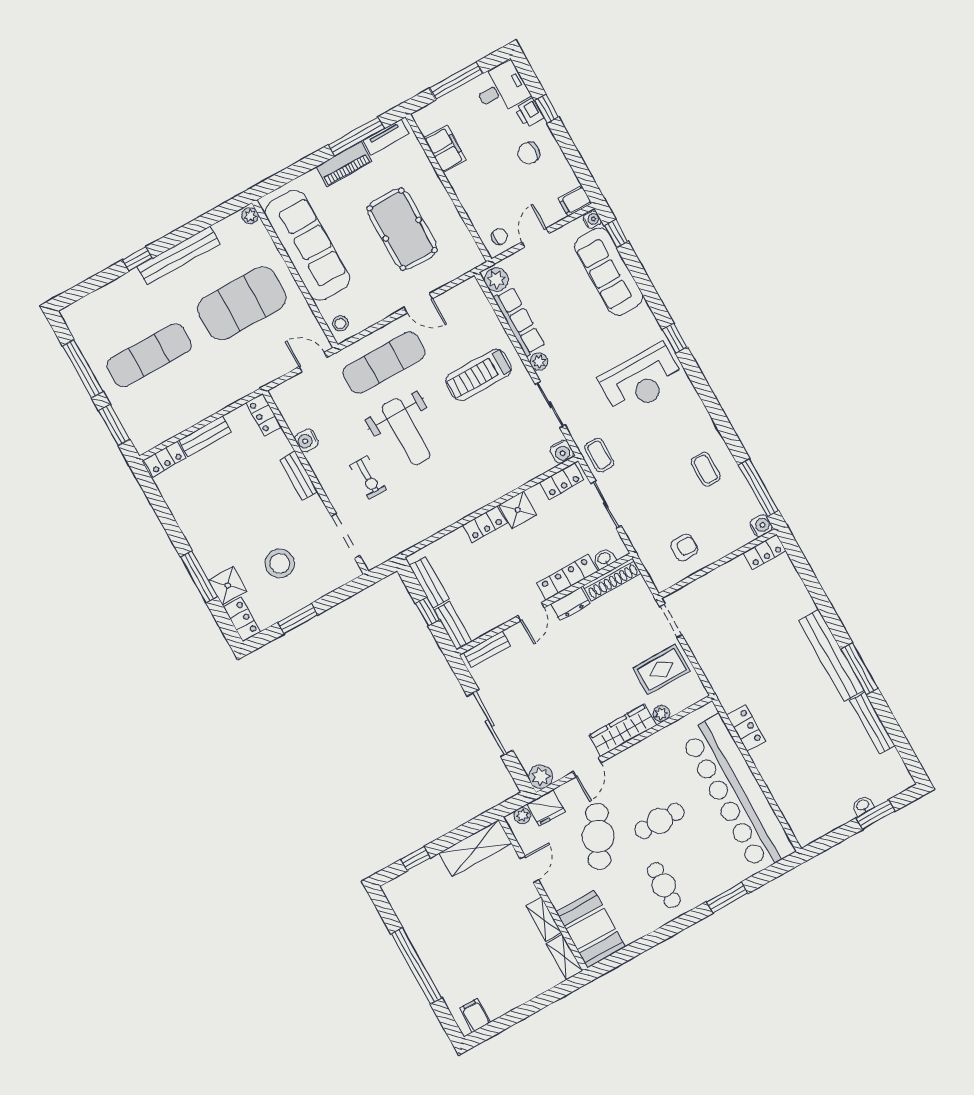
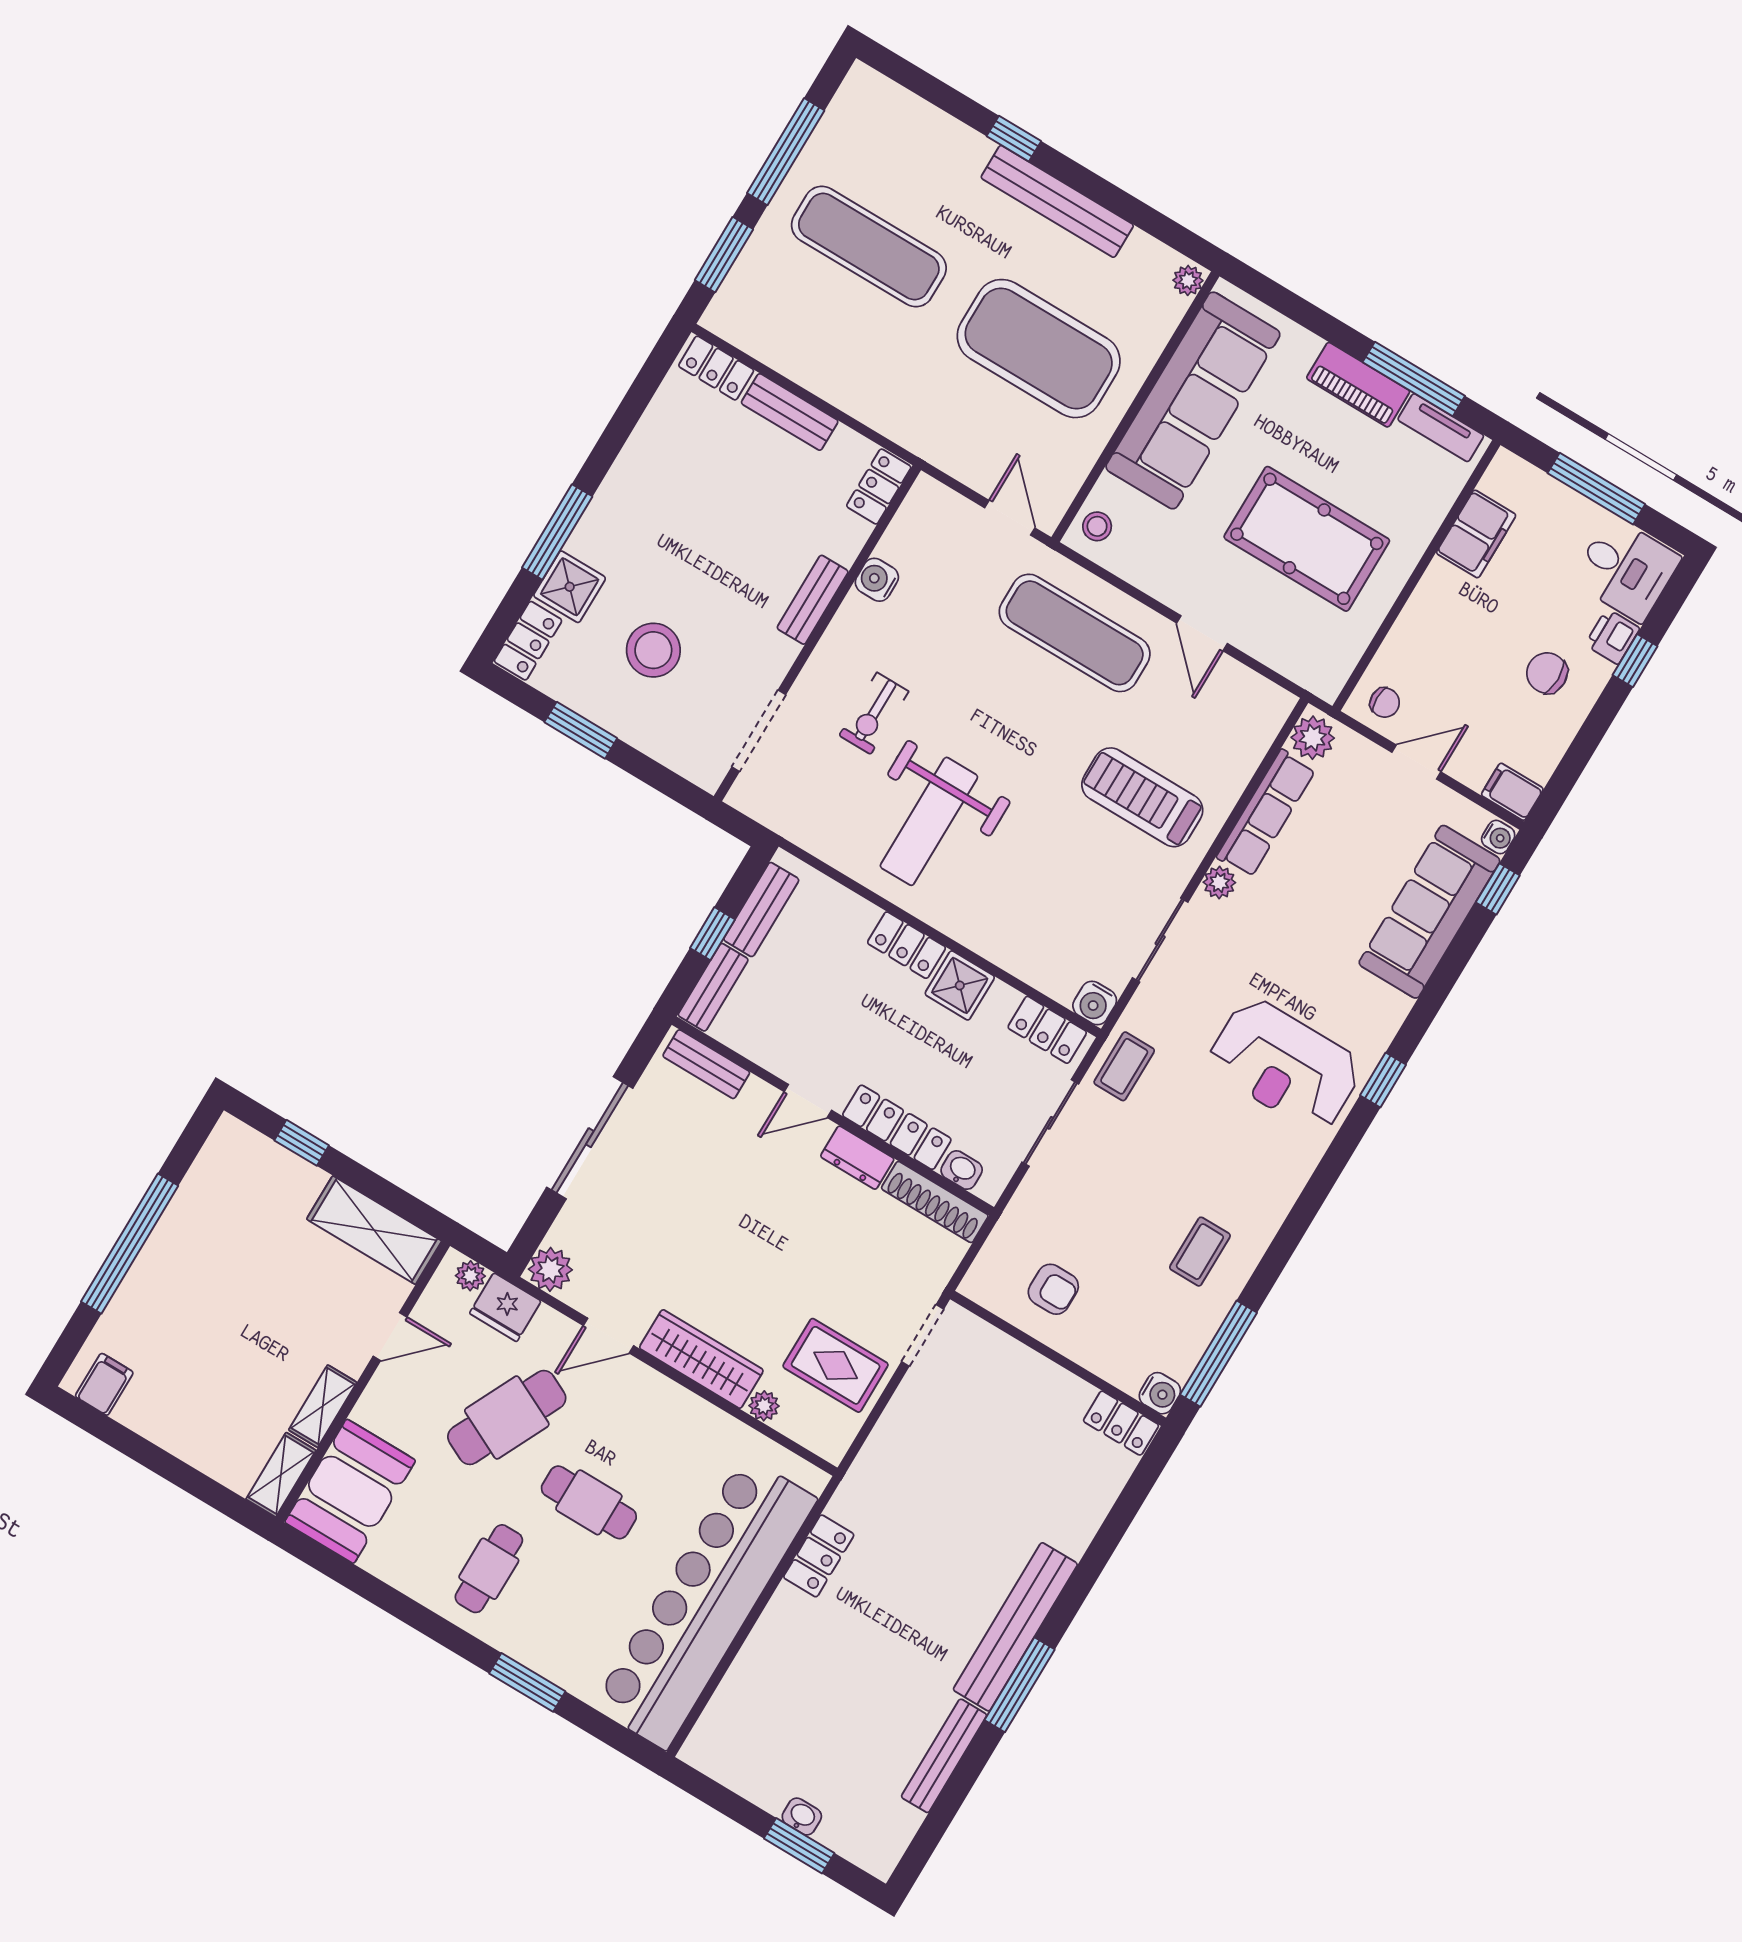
pool table: (402, 229) -> (1307, 539), turned 90
weight bench: (406, 432) -> (929, 821), moved

